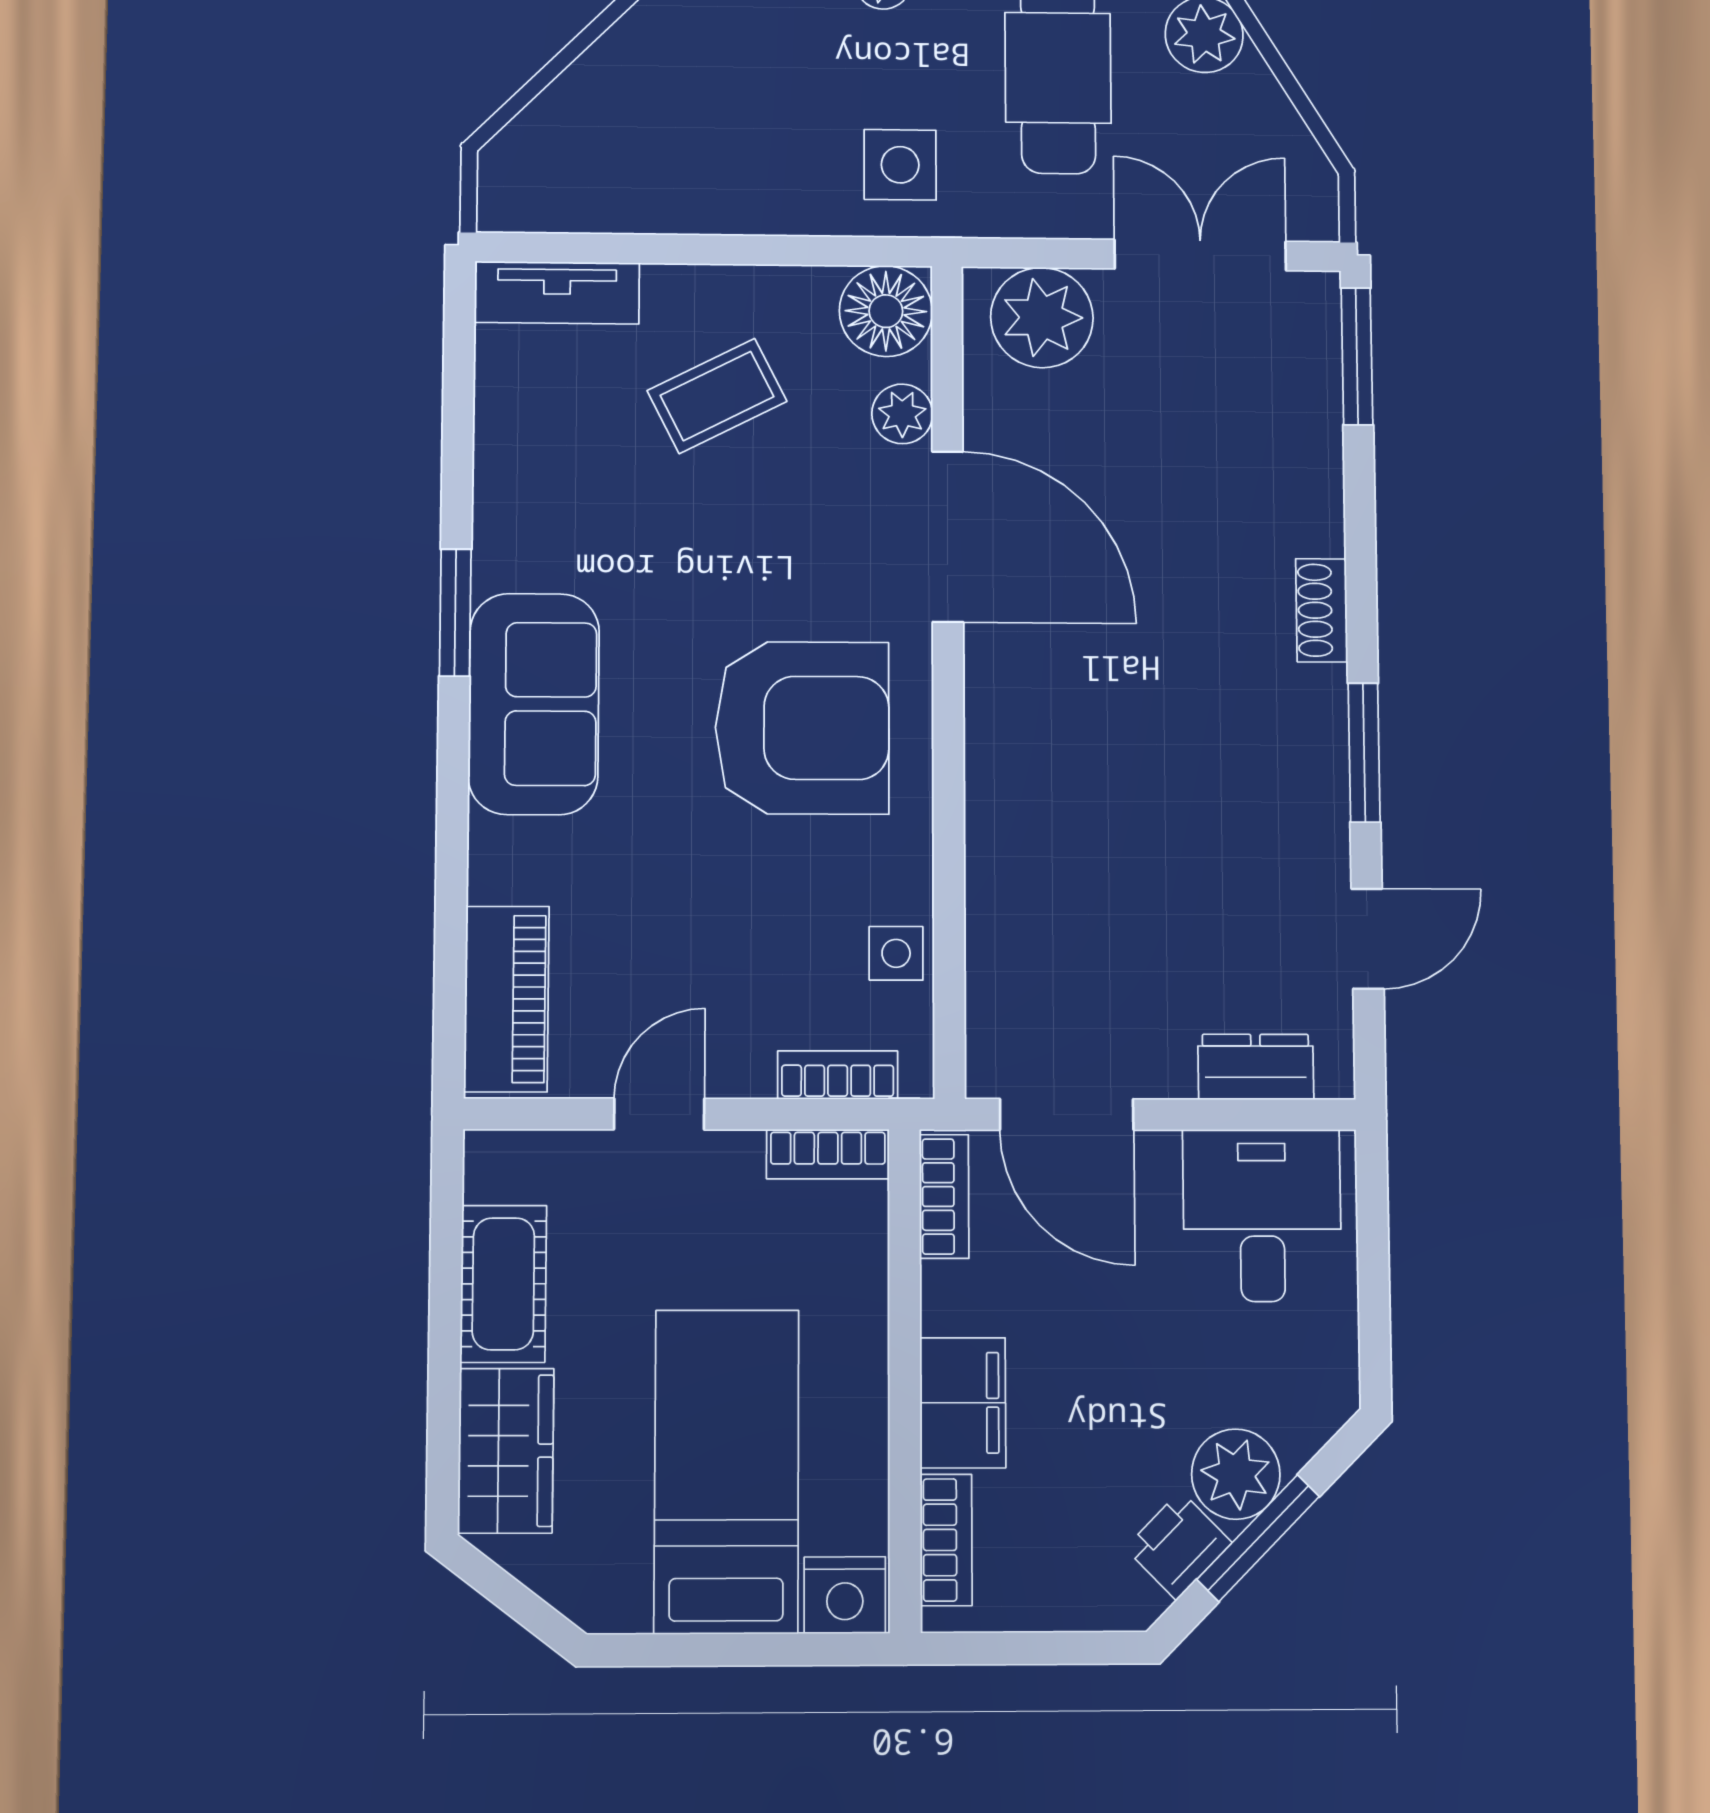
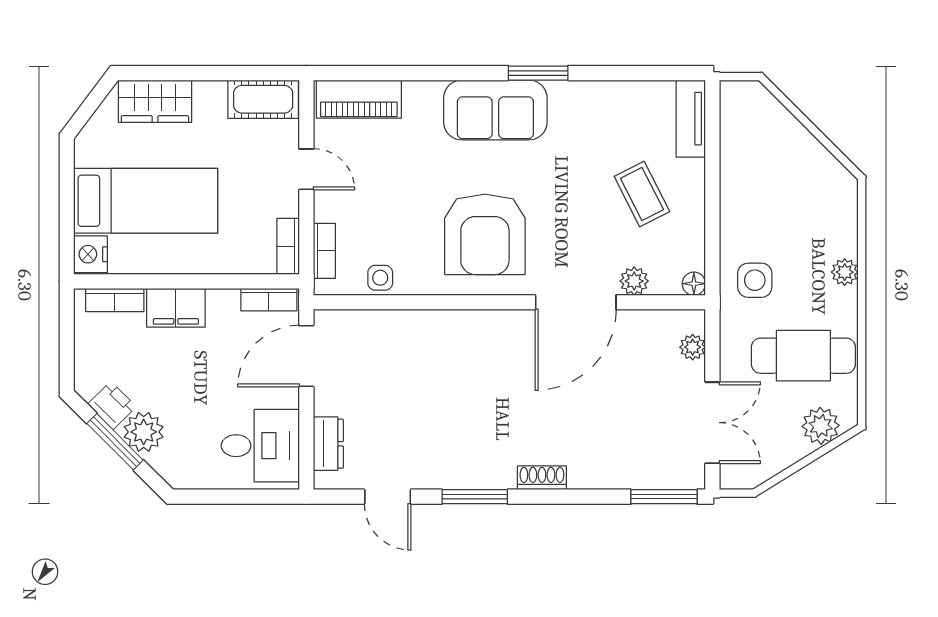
floor lamp: (886, 311) -> (694, 284), width x0.53, depth x0.53
plant: (1042, 318) -> (693, 347), width x0.53, depth x0.53
cot: (503, 1284) -> (263, 99), moved

